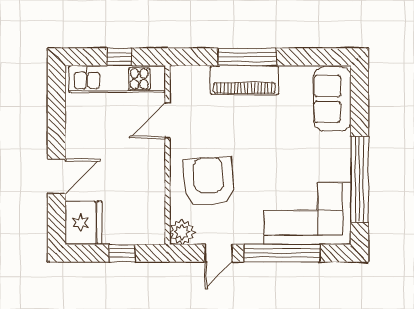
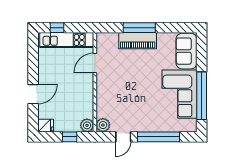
window: (119, 57) -> (57, 28), moved
armchair: (209, 182) -> (118, 97), removed
corner sofa: (307, 214) -> (180, 94), moved, turned -90
fridge: (83, 223) -> (46, 126), width x0.53, depth x0.75
plant: (153, 233) -> (87, 125), added

